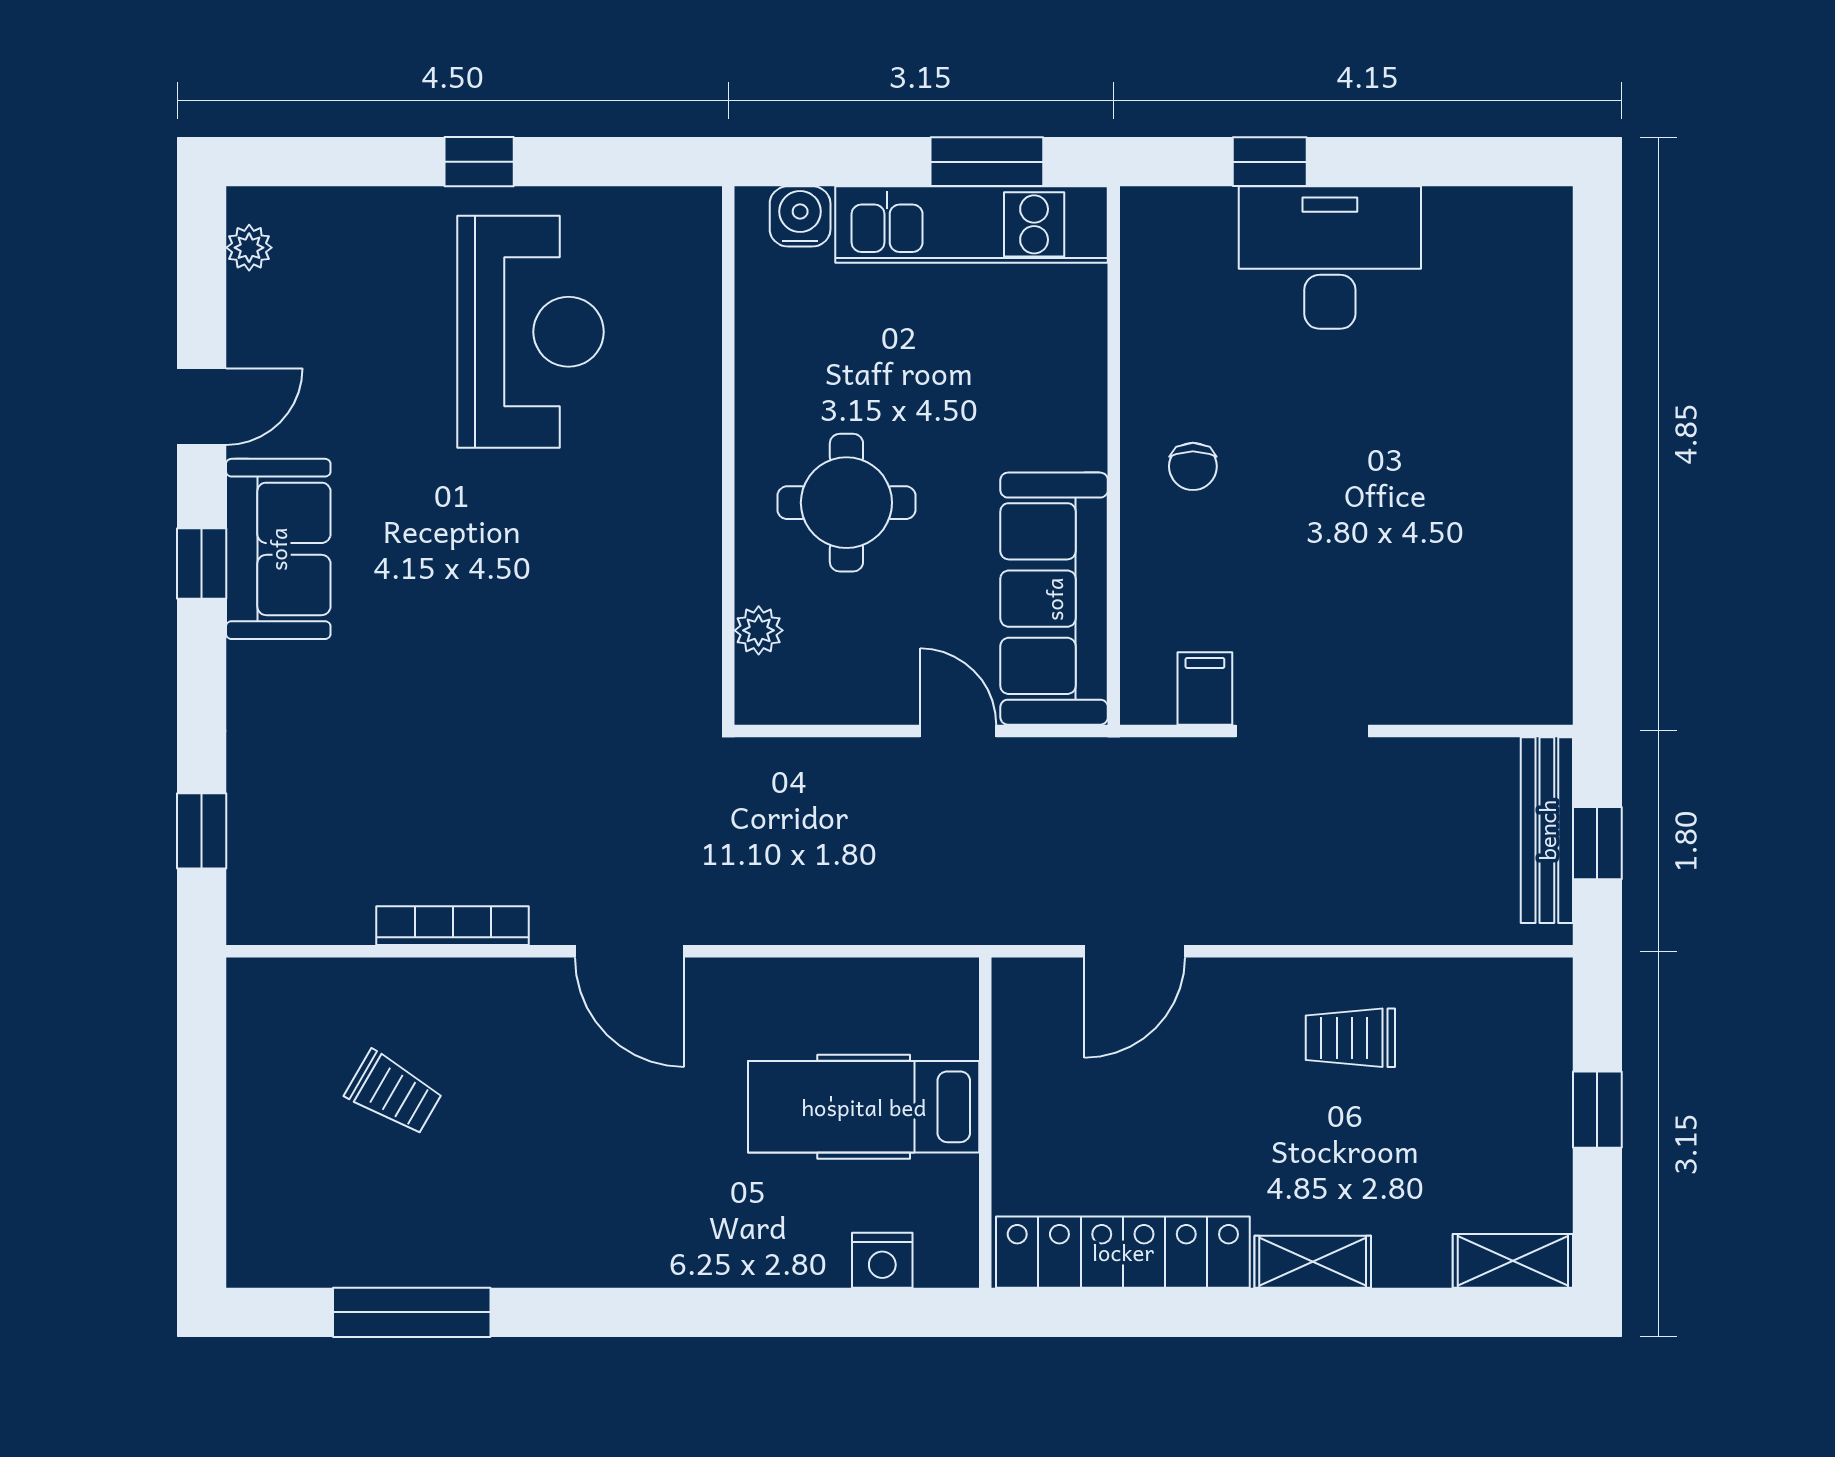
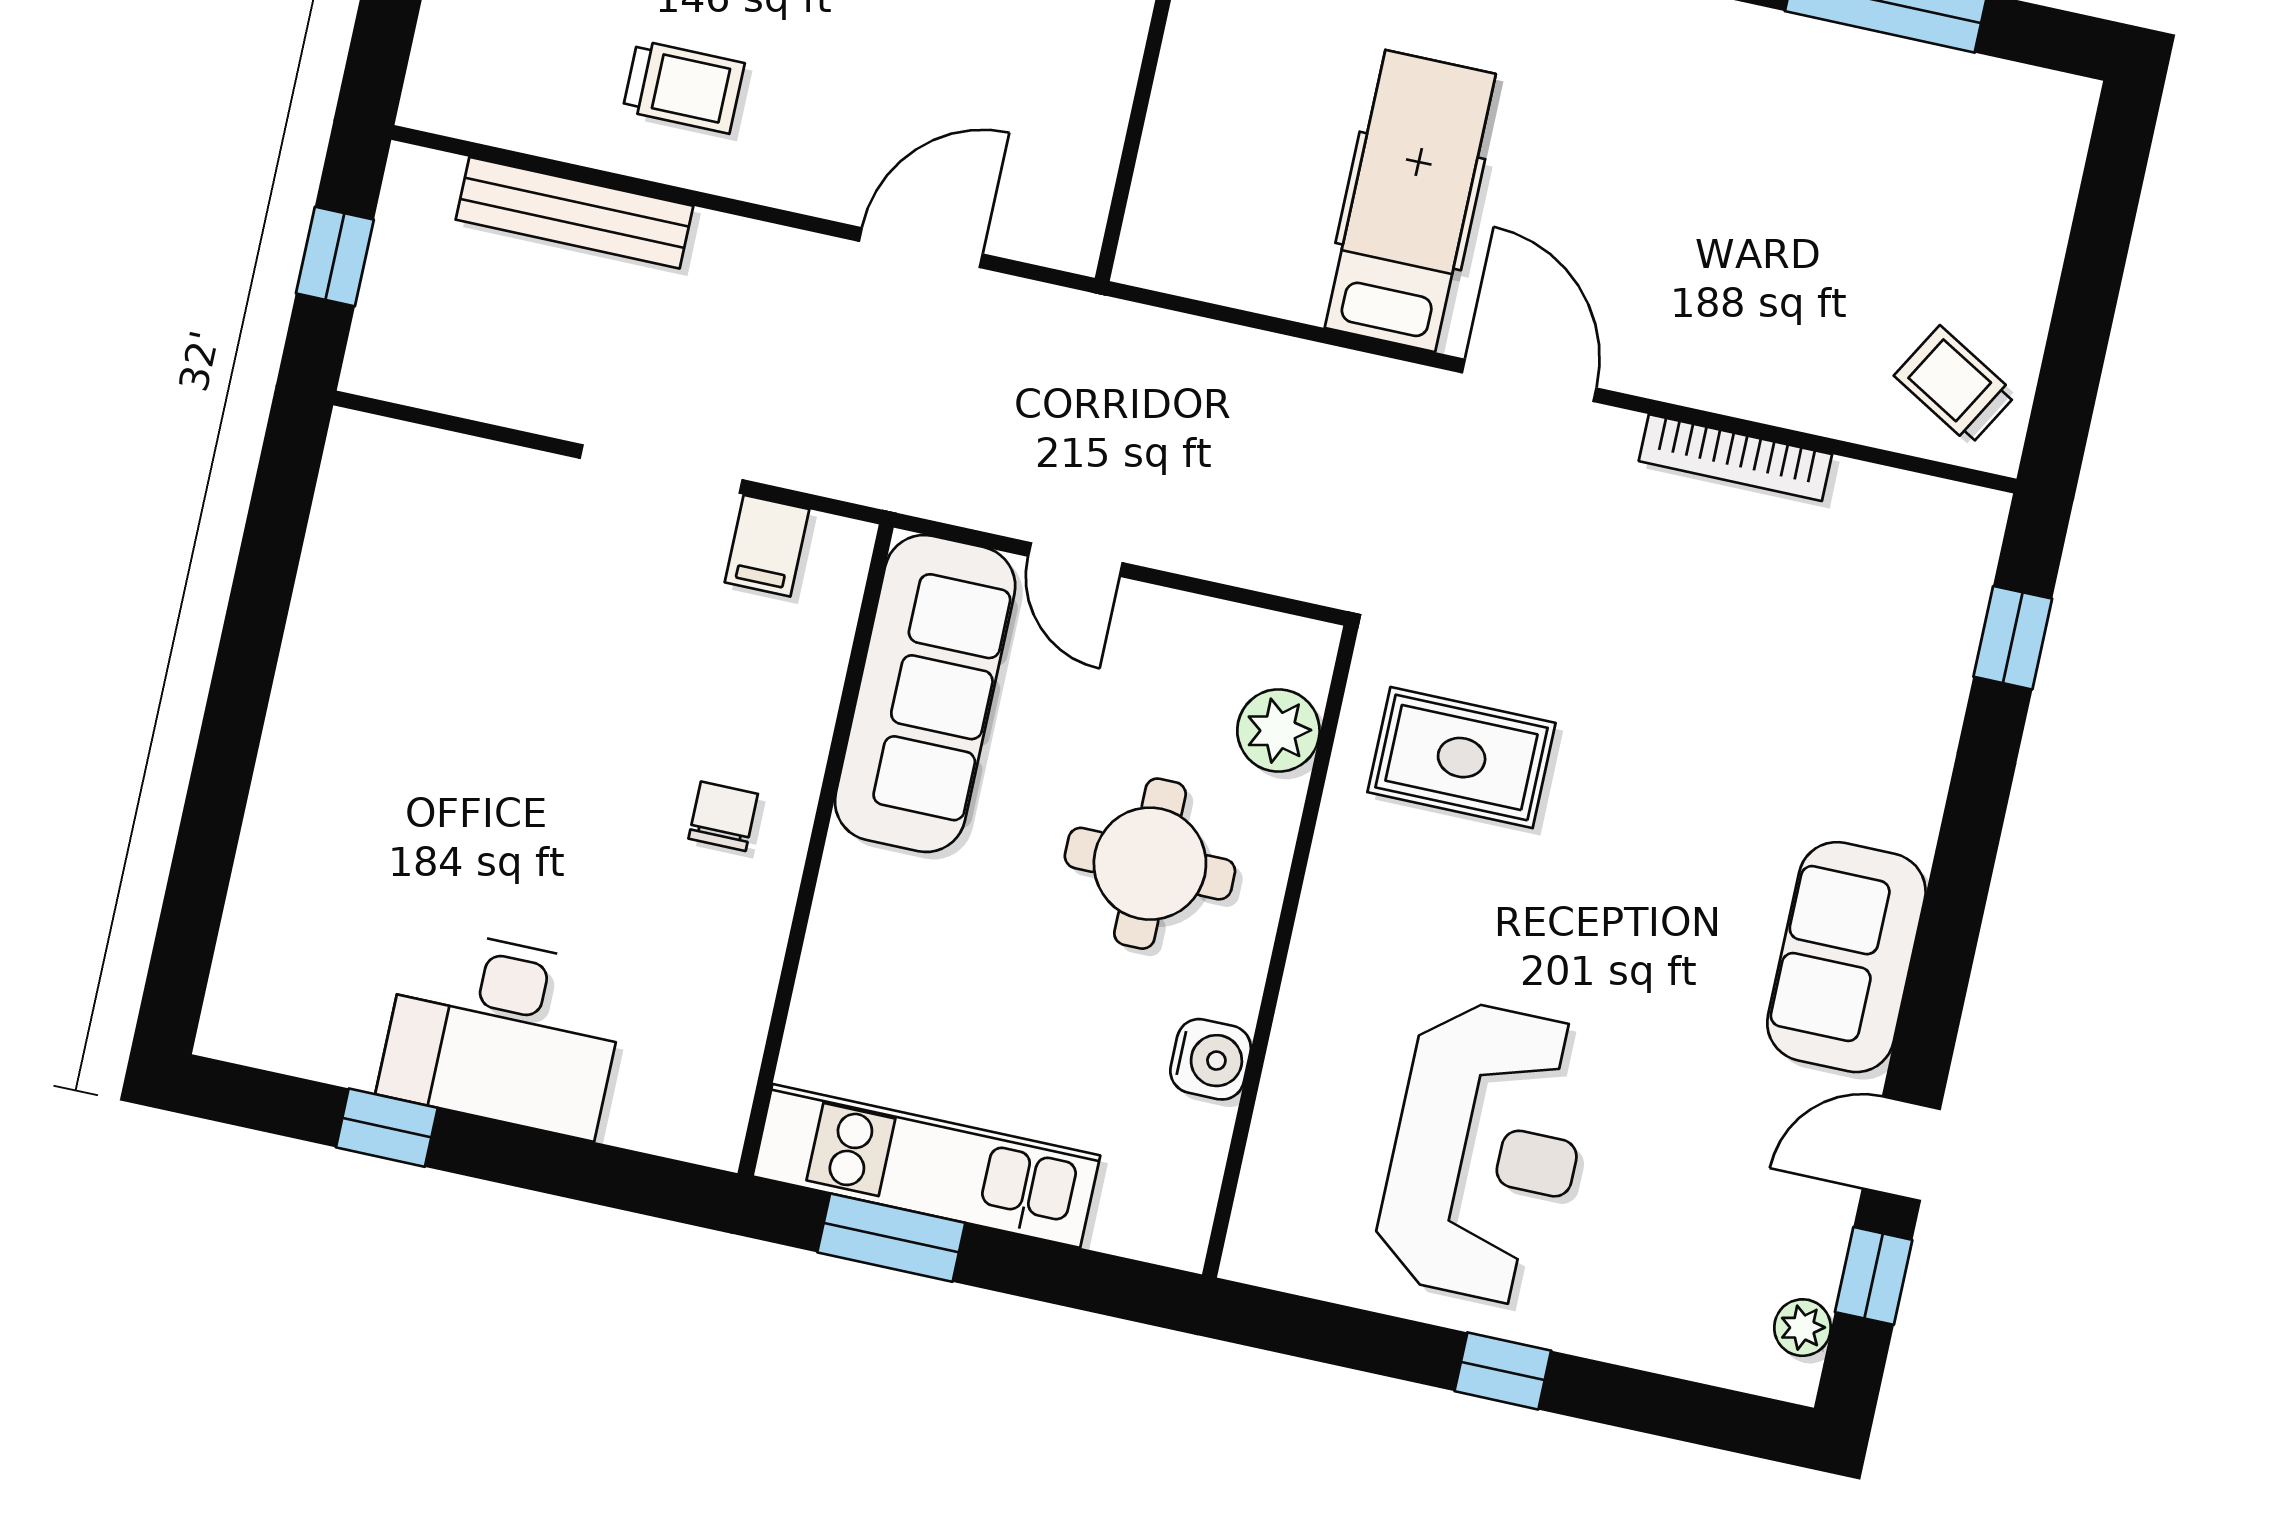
window: (1270, 162) -> (387, 1128), moved
water cooler: (800, 216) -> (1211, 1059), moved, turned -90
reception desk: (531, 332) -> (1486, 1152), turned 180
window: (202, 564) -> (1874, 1276), moved
plant: (759, 630) -> (1278, 731), width x1.38, depth x1.38
rug: (618, 641) -> (1462, 758), added
bench: (1547, 830) -> (574, 213), moved, turned 90
trolley: (394, 1093) -> (1955, 385), moved
hospital bed: (864, 1107) -> (1410, 201), moved, turned -90

